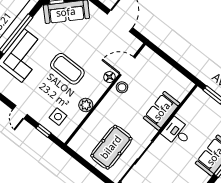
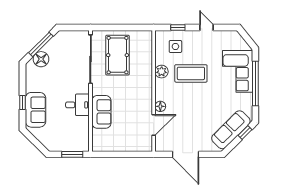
coffee table: (67, 69) -> (191, 73), moved
stool: (122, 87) -> (145, 106), removed

